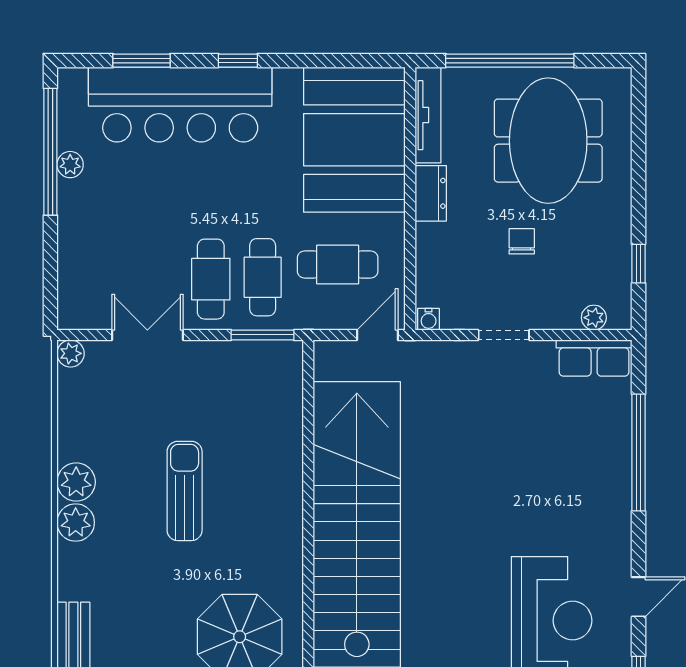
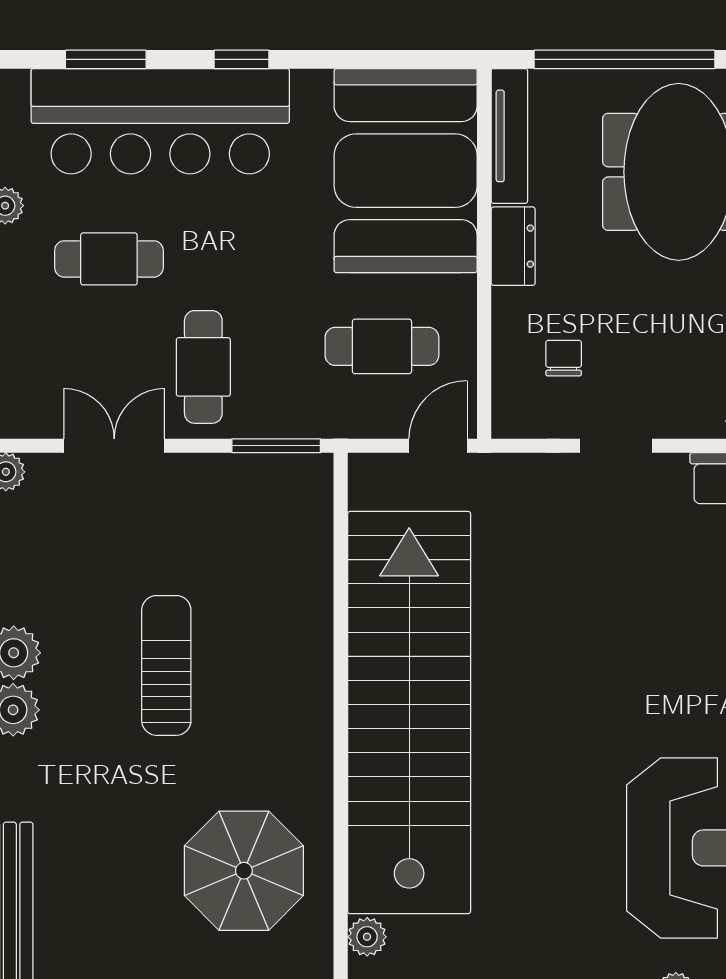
chair: (522, 241) -> (564, 358), moved
cafe table: (263, 277) -> (109, 259), moved, turned 90
water cooler: (429, 319) -> (510, 424), removed

